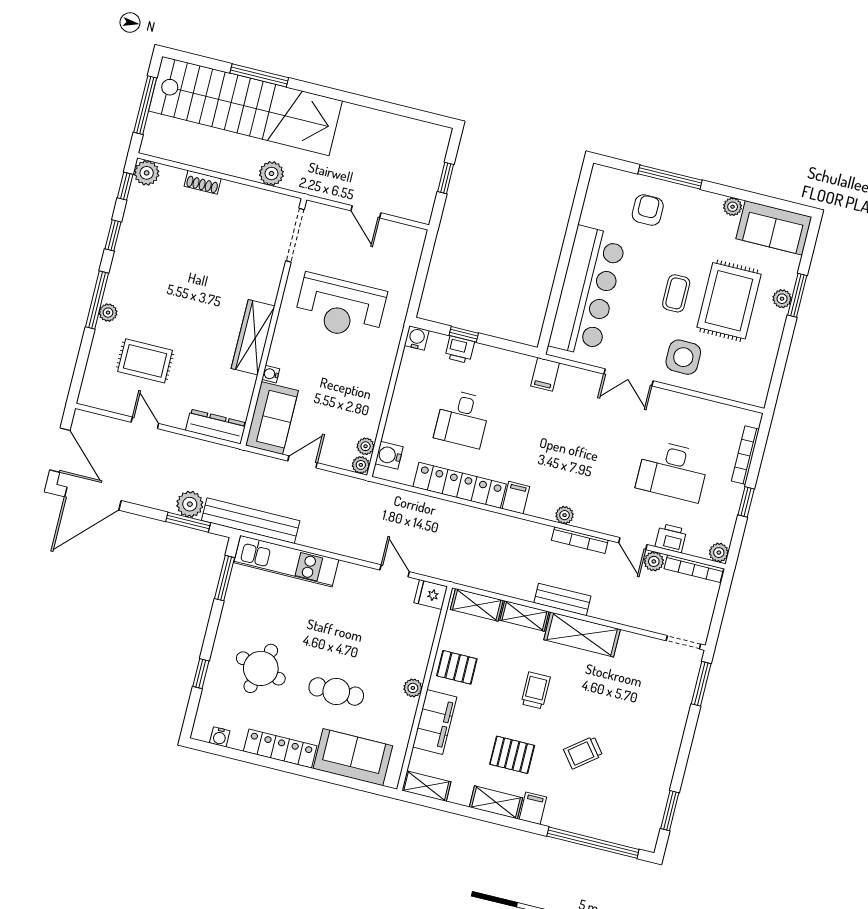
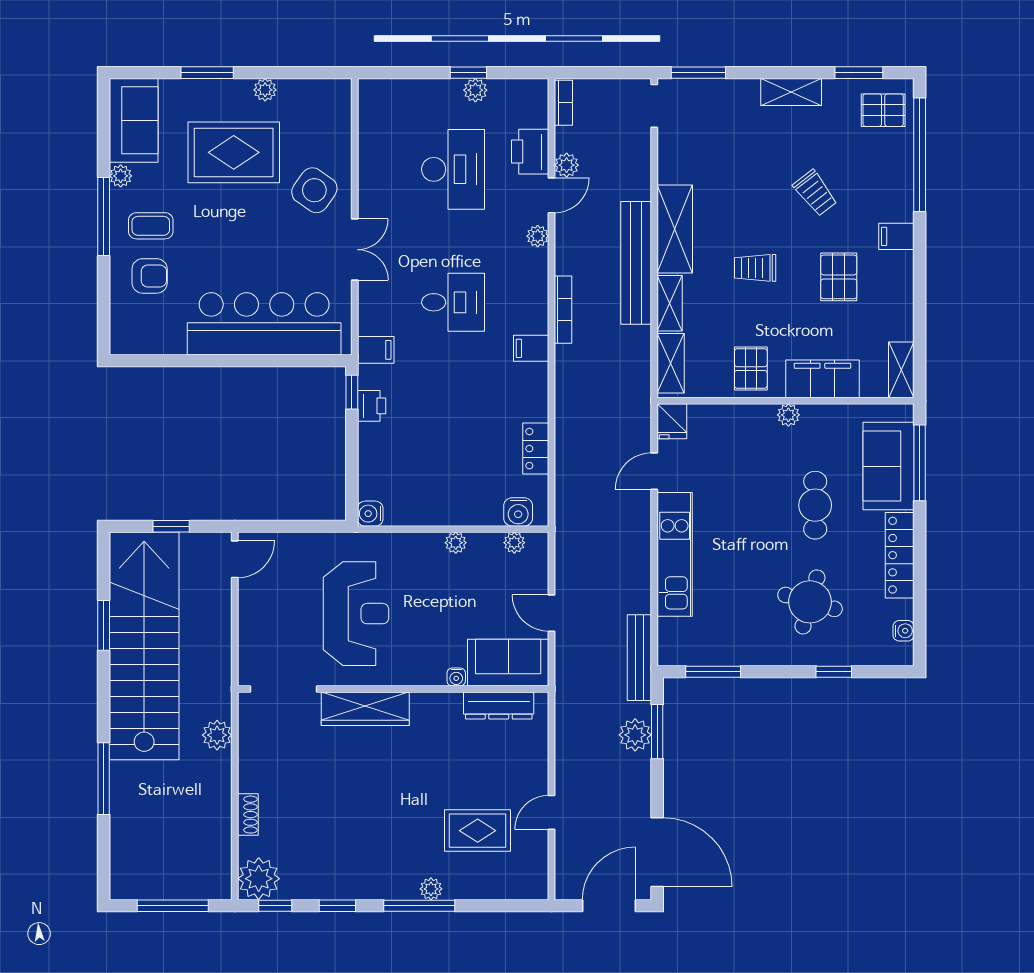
window: (380, 105) -> (104, 625), added
stairs: (245, 106) -> (144, 646), moved
plant: (147, 173) -> (259, 879), width x1.36, depth x1.36
window: (670, 177) -> (104, 216), moved
armchair: (648, 210) -> (150, 276), turned 180
door: (366, 212) -> (235, 559), moved
coffee table: (676, 293) -> (151, 226), moved
plant: (782, 299) -> (265, 90), moved
window: (464, 334) -> (352, 392), moved
wardrobe: (253, 337) -> (365, 709), moved
printer: (460, 350) -> (372, 406), moved
side table: (683, 357) -> (314, 190), turned 35
rug: (145, 361) -> (478, 831), turned 90
desk: (462, 419) -> (453, 302), moved
dresser: (216, 427) -> (499, 705), moved, turned -90
bookcase: (745, 455) -> (413, 87), removed
plant: (361, 465) -> (456, 543), moved
locker: (460, 485) -> (536, 449), width x0.46, depth x0.83
plant: (565, 515) -> (538, 236), moved
bench: (251, 521) -> (639, 658), width x0.73, depth x0.82
printer: (671, 538) -> (530, 152), width x1.36, depth x1.24
bookcase: (580, 540) -> (563, 310), moved
plant: (719, 553) -> (475, 90), moved
kitchen unit: (286, 561) -> (675, 554), moved
bookcase: (694, 569) -> (563, 103), width x0.64
bench: (562, 599) -> (636, 263), width x1.86, depth x1.21
window: (349, 782) -> (920, 463), added
shelving: (496, 802) -> (791, 92), moved, turned 90
pallet: (635, 823) -> (883, 110), added

